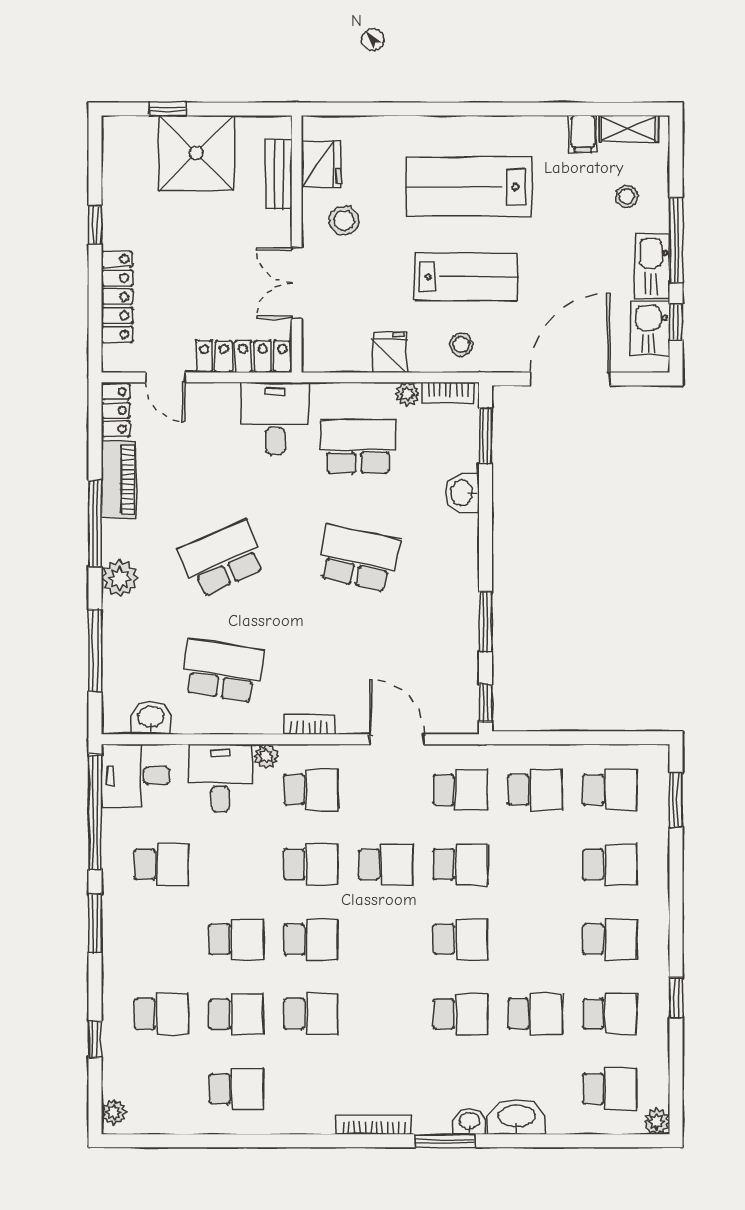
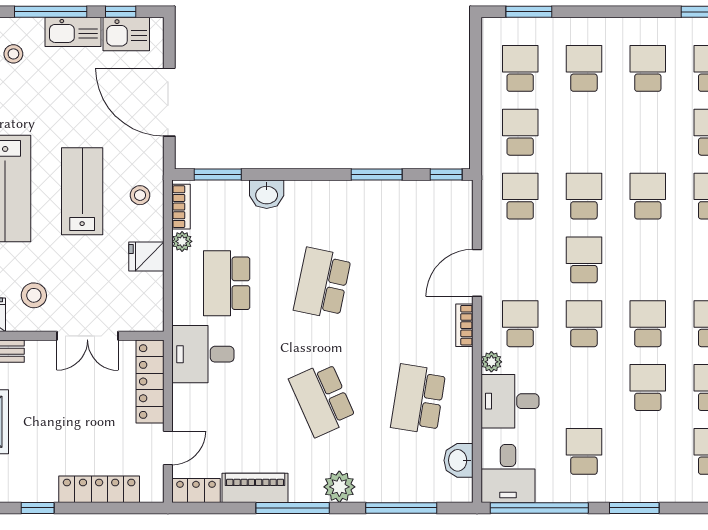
door: (397, 739) -> (477, 273), moved

